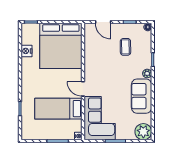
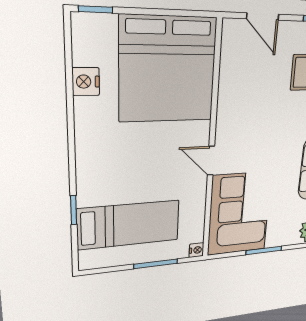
bed: (58, 109) -> (129, 225), moved, turned 180

